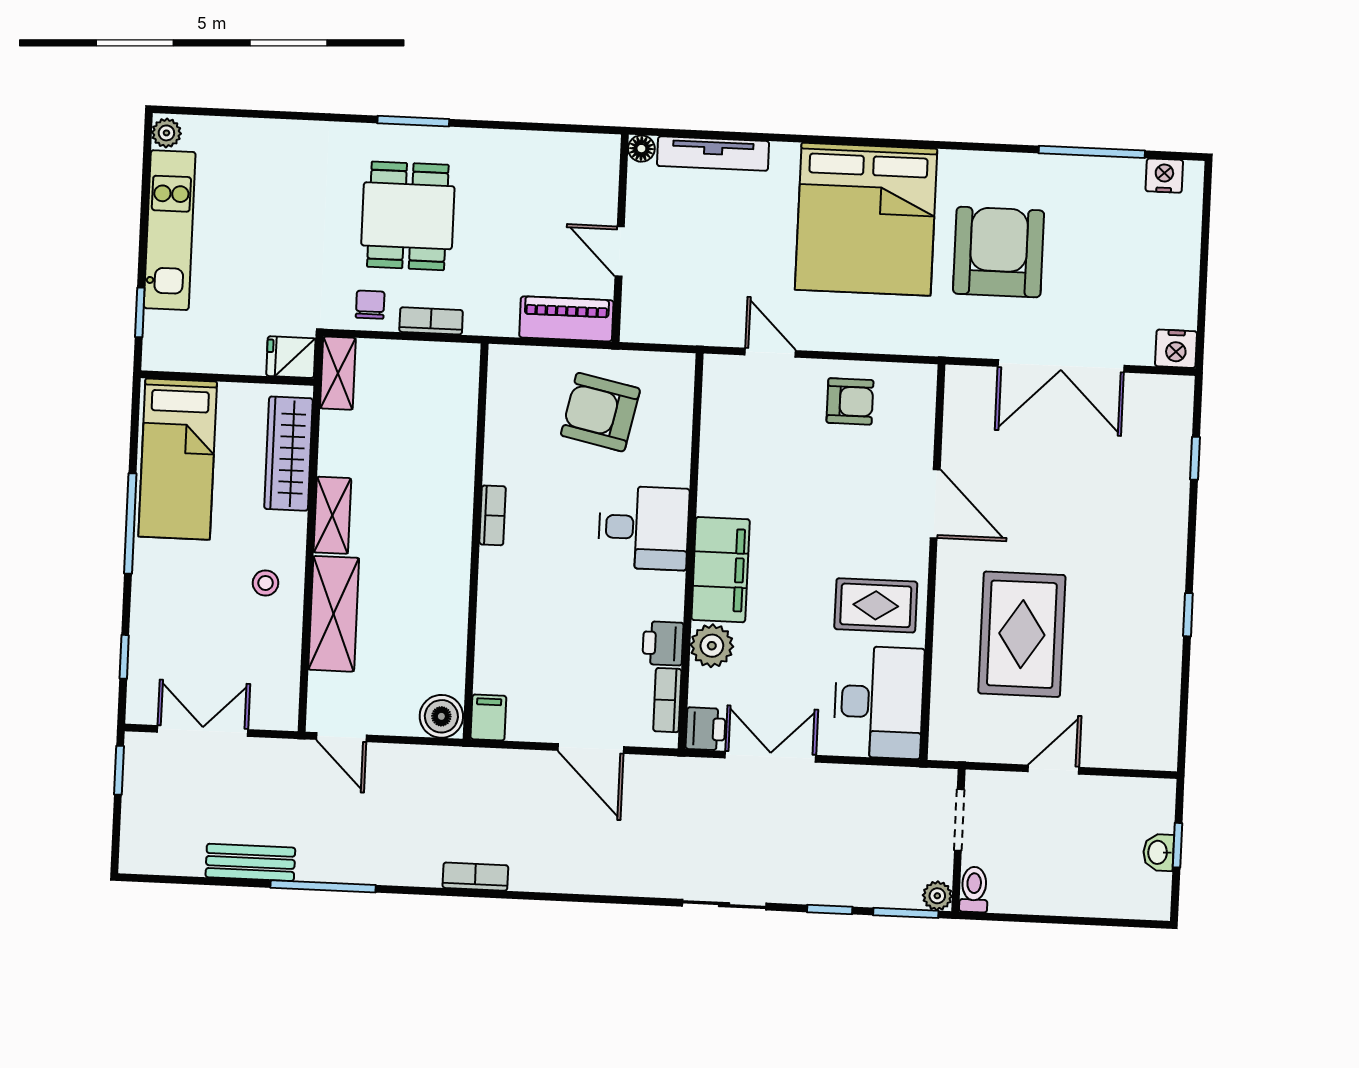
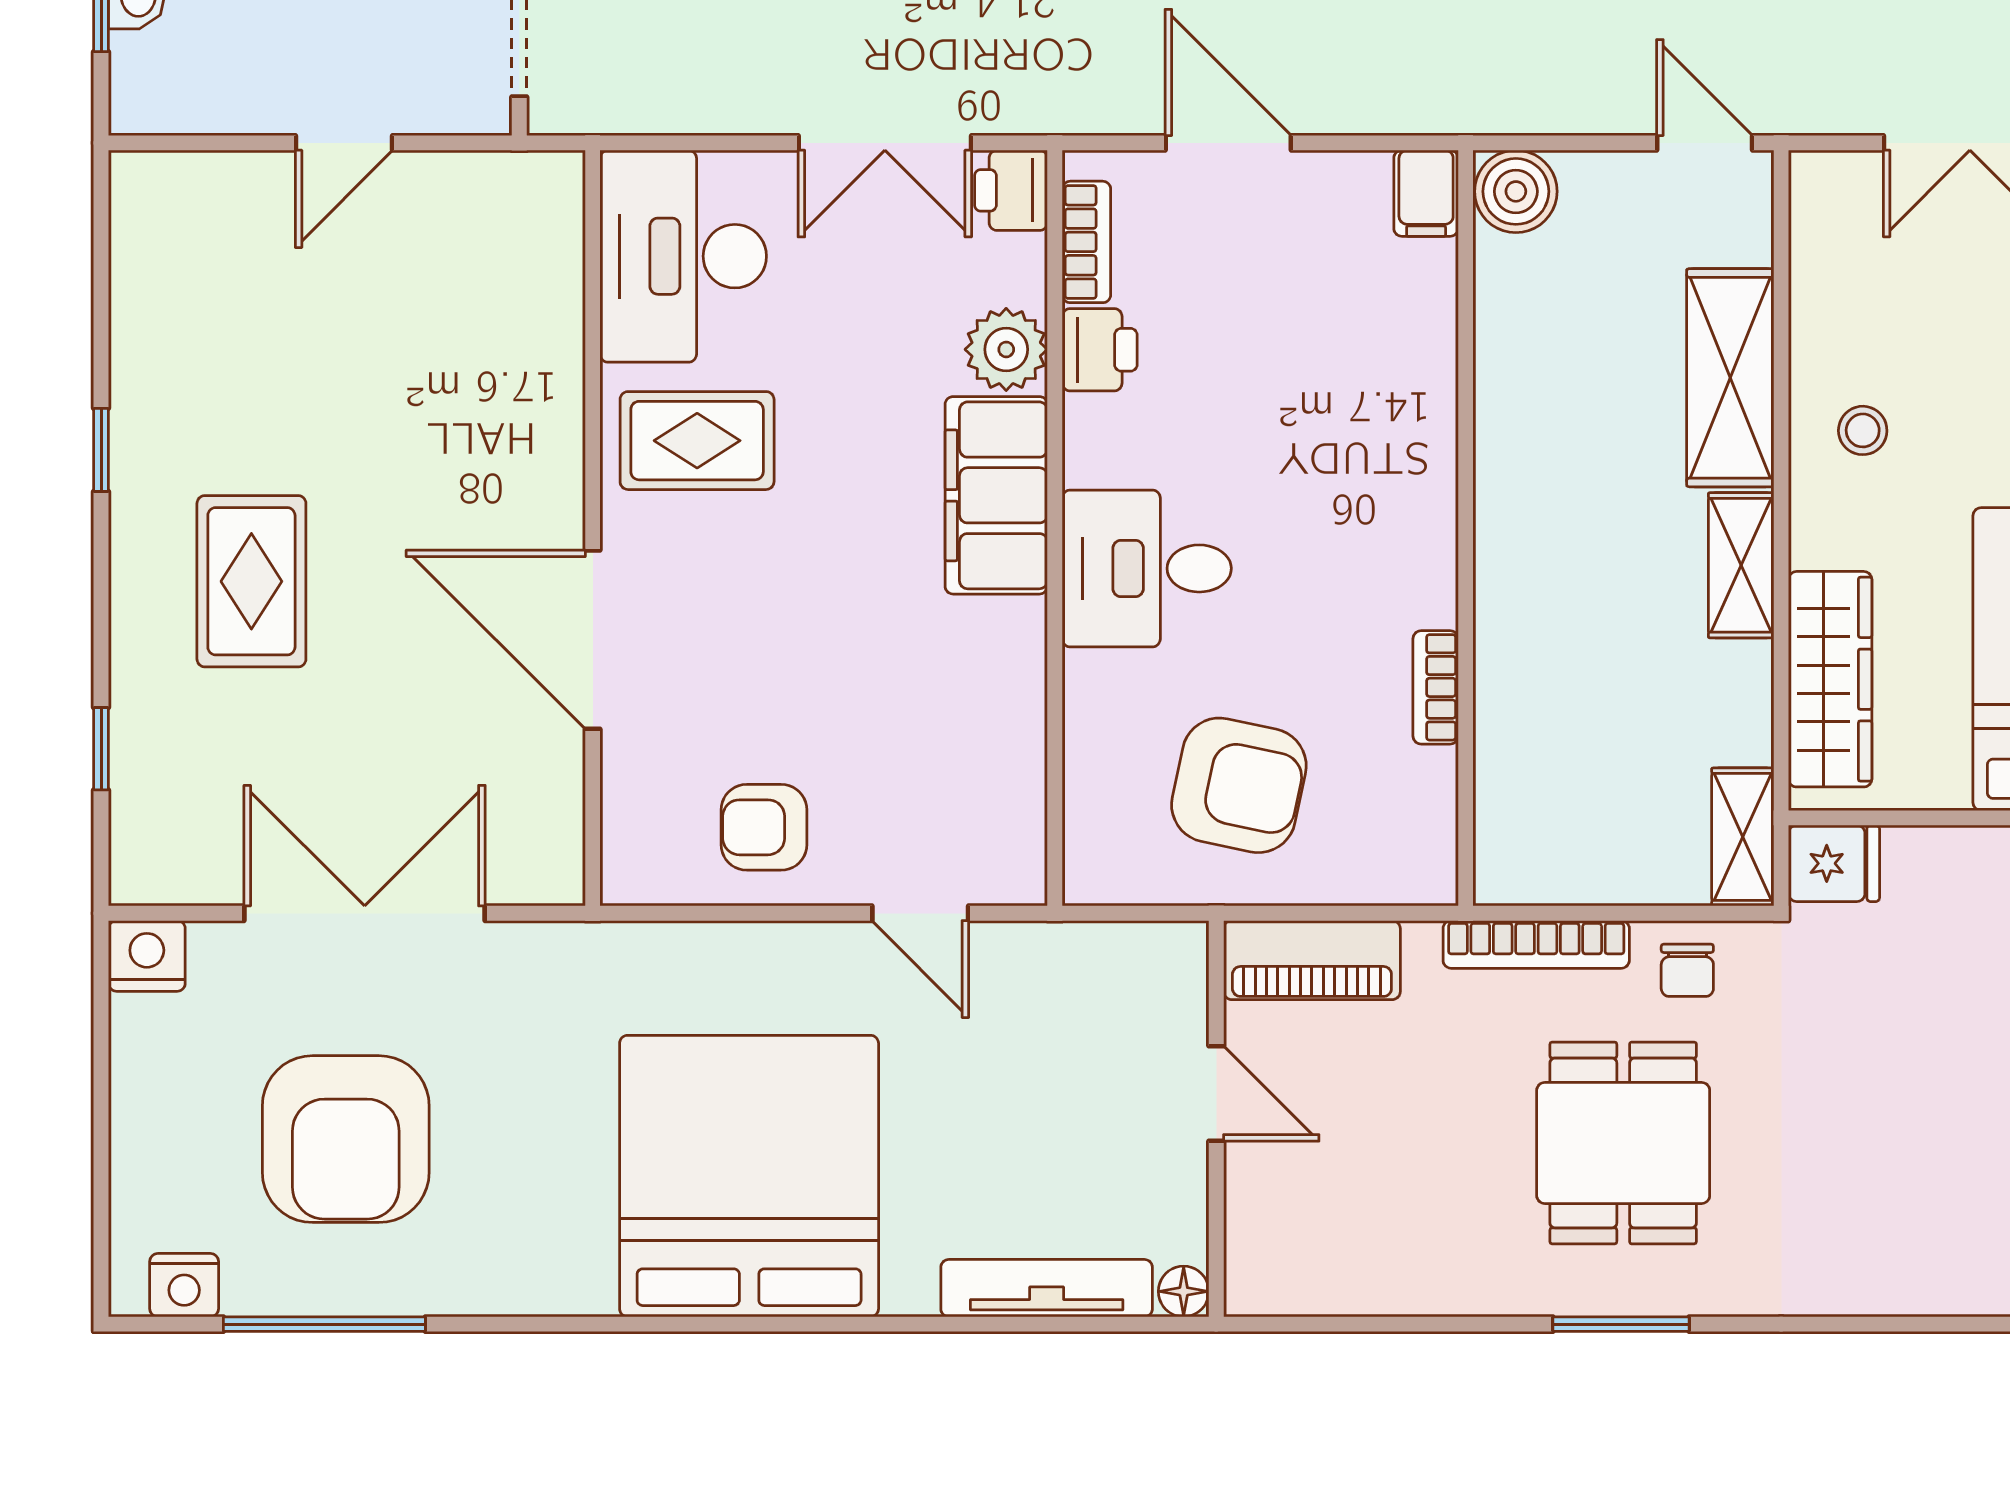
armchair: (999, 252) -> (346, 1139), moved
bookcase: (431, 321) -> (1536, 944), width x1.56
door: (935, 504) -> (593, 640), width x1.36
bookcase: (493, 515) -> (1436, 687), moved
rug: (1022, 634) -> (251, 581), moved, width x0.73, depth x0.70

